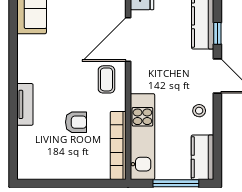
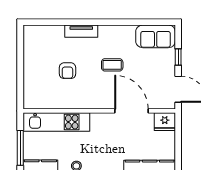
coffee table: (106, 79) -> (112, 65), moved
bookcase: (118, 145) -> (49, 103), removed

